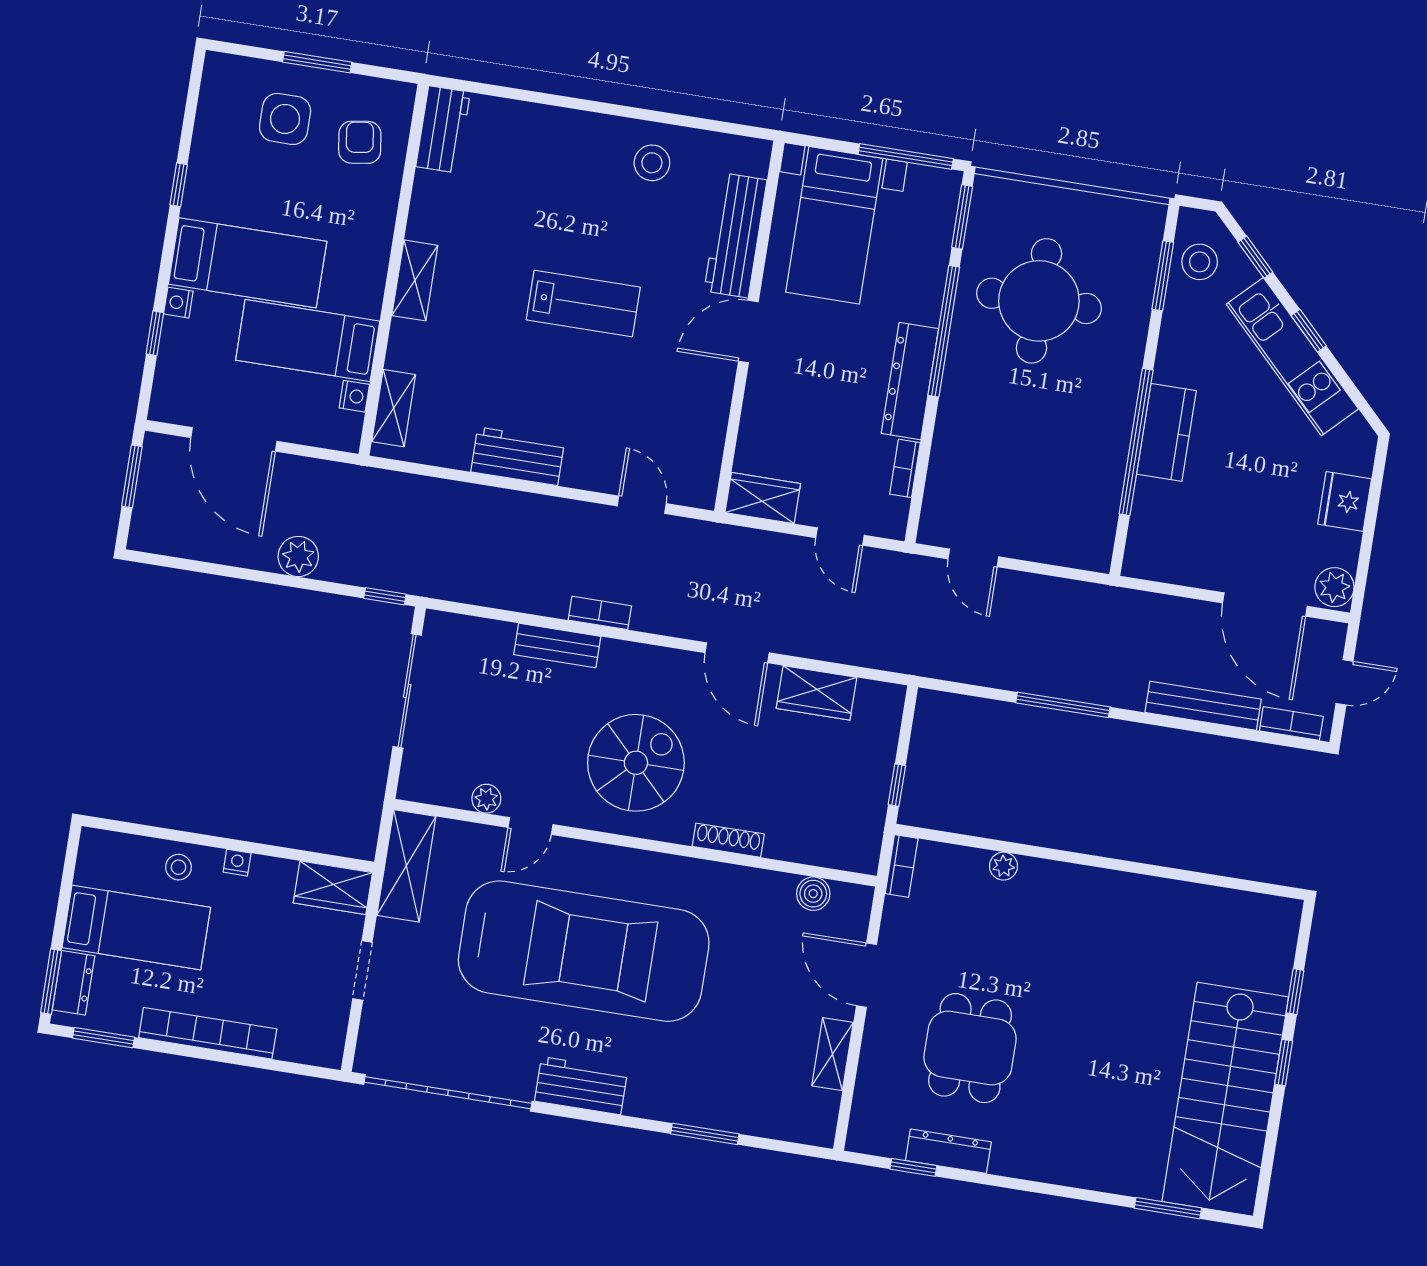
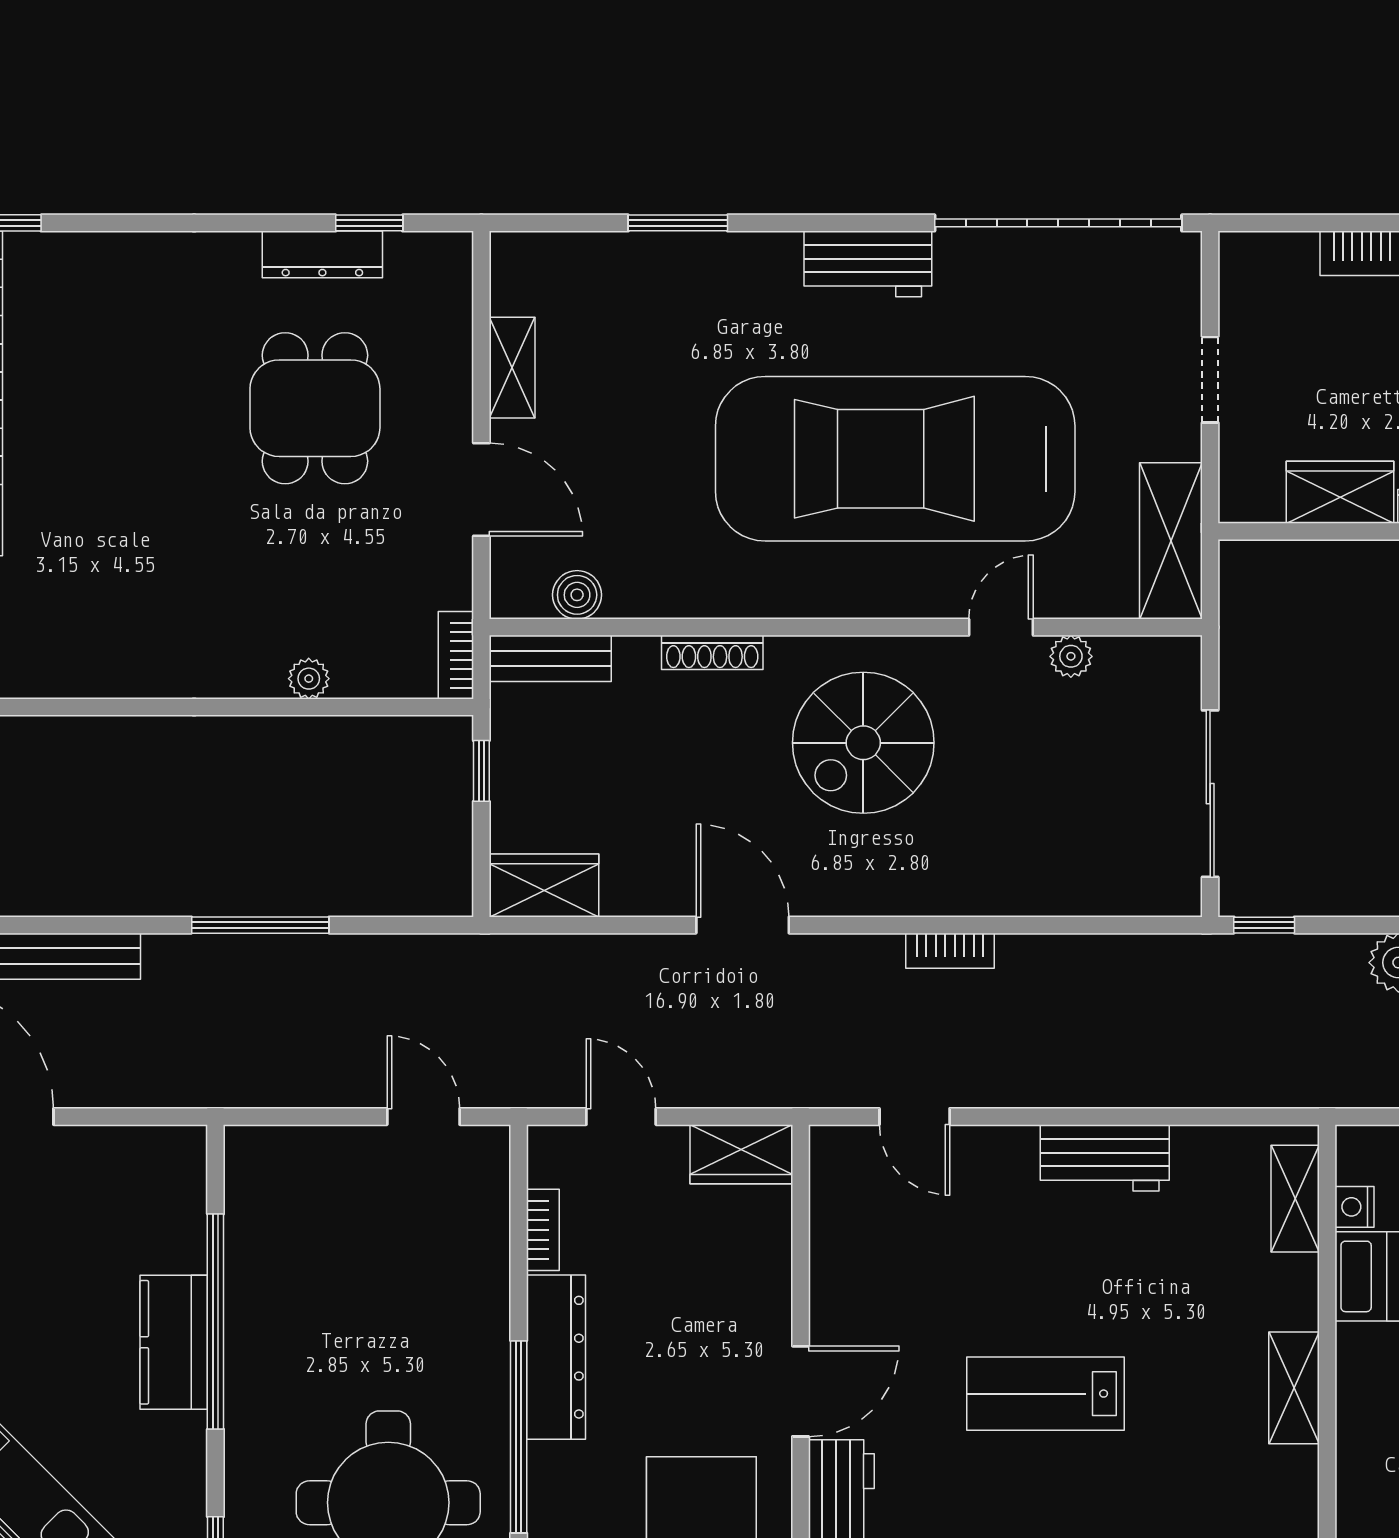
bench: (557, 645) -> (550, 658), moved
wardrobe: (816, 693) -> (544, 885), moved
wardrobe: (333, 888) -> (1340, 492), moved

